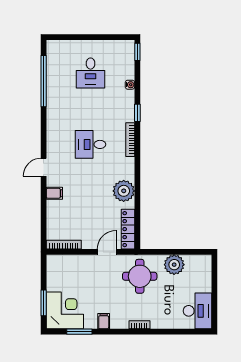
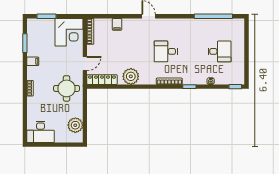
desk: (91, 73) -> (220, 51), turned 180
desk: (91, 144) -> (166, 51), turned -90
filing cabinet: (54, 193) -> (117, 24), moved
door: (107, 252) -> (85, 64), hinge flipped
plant: (174, 265) -> (75, 125), moved
corner desk: (65, 310) -> (69, 32), moved

